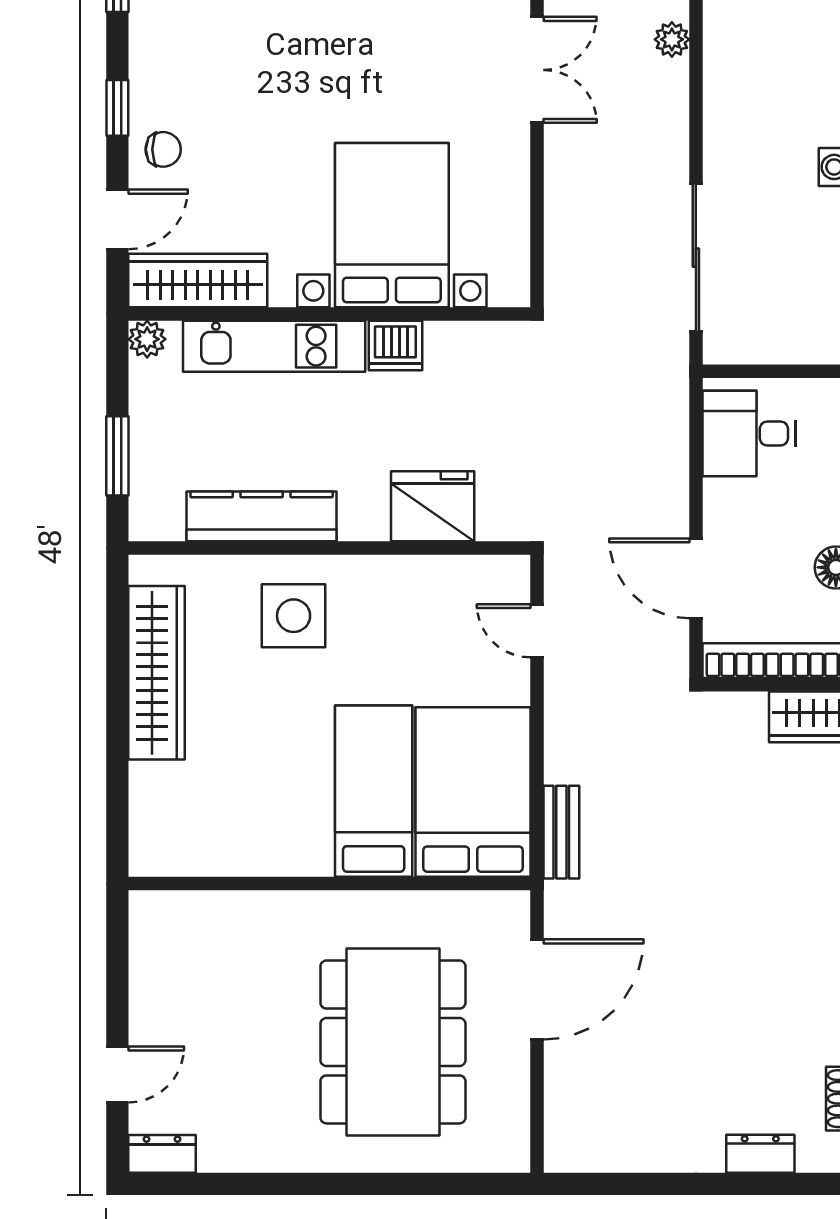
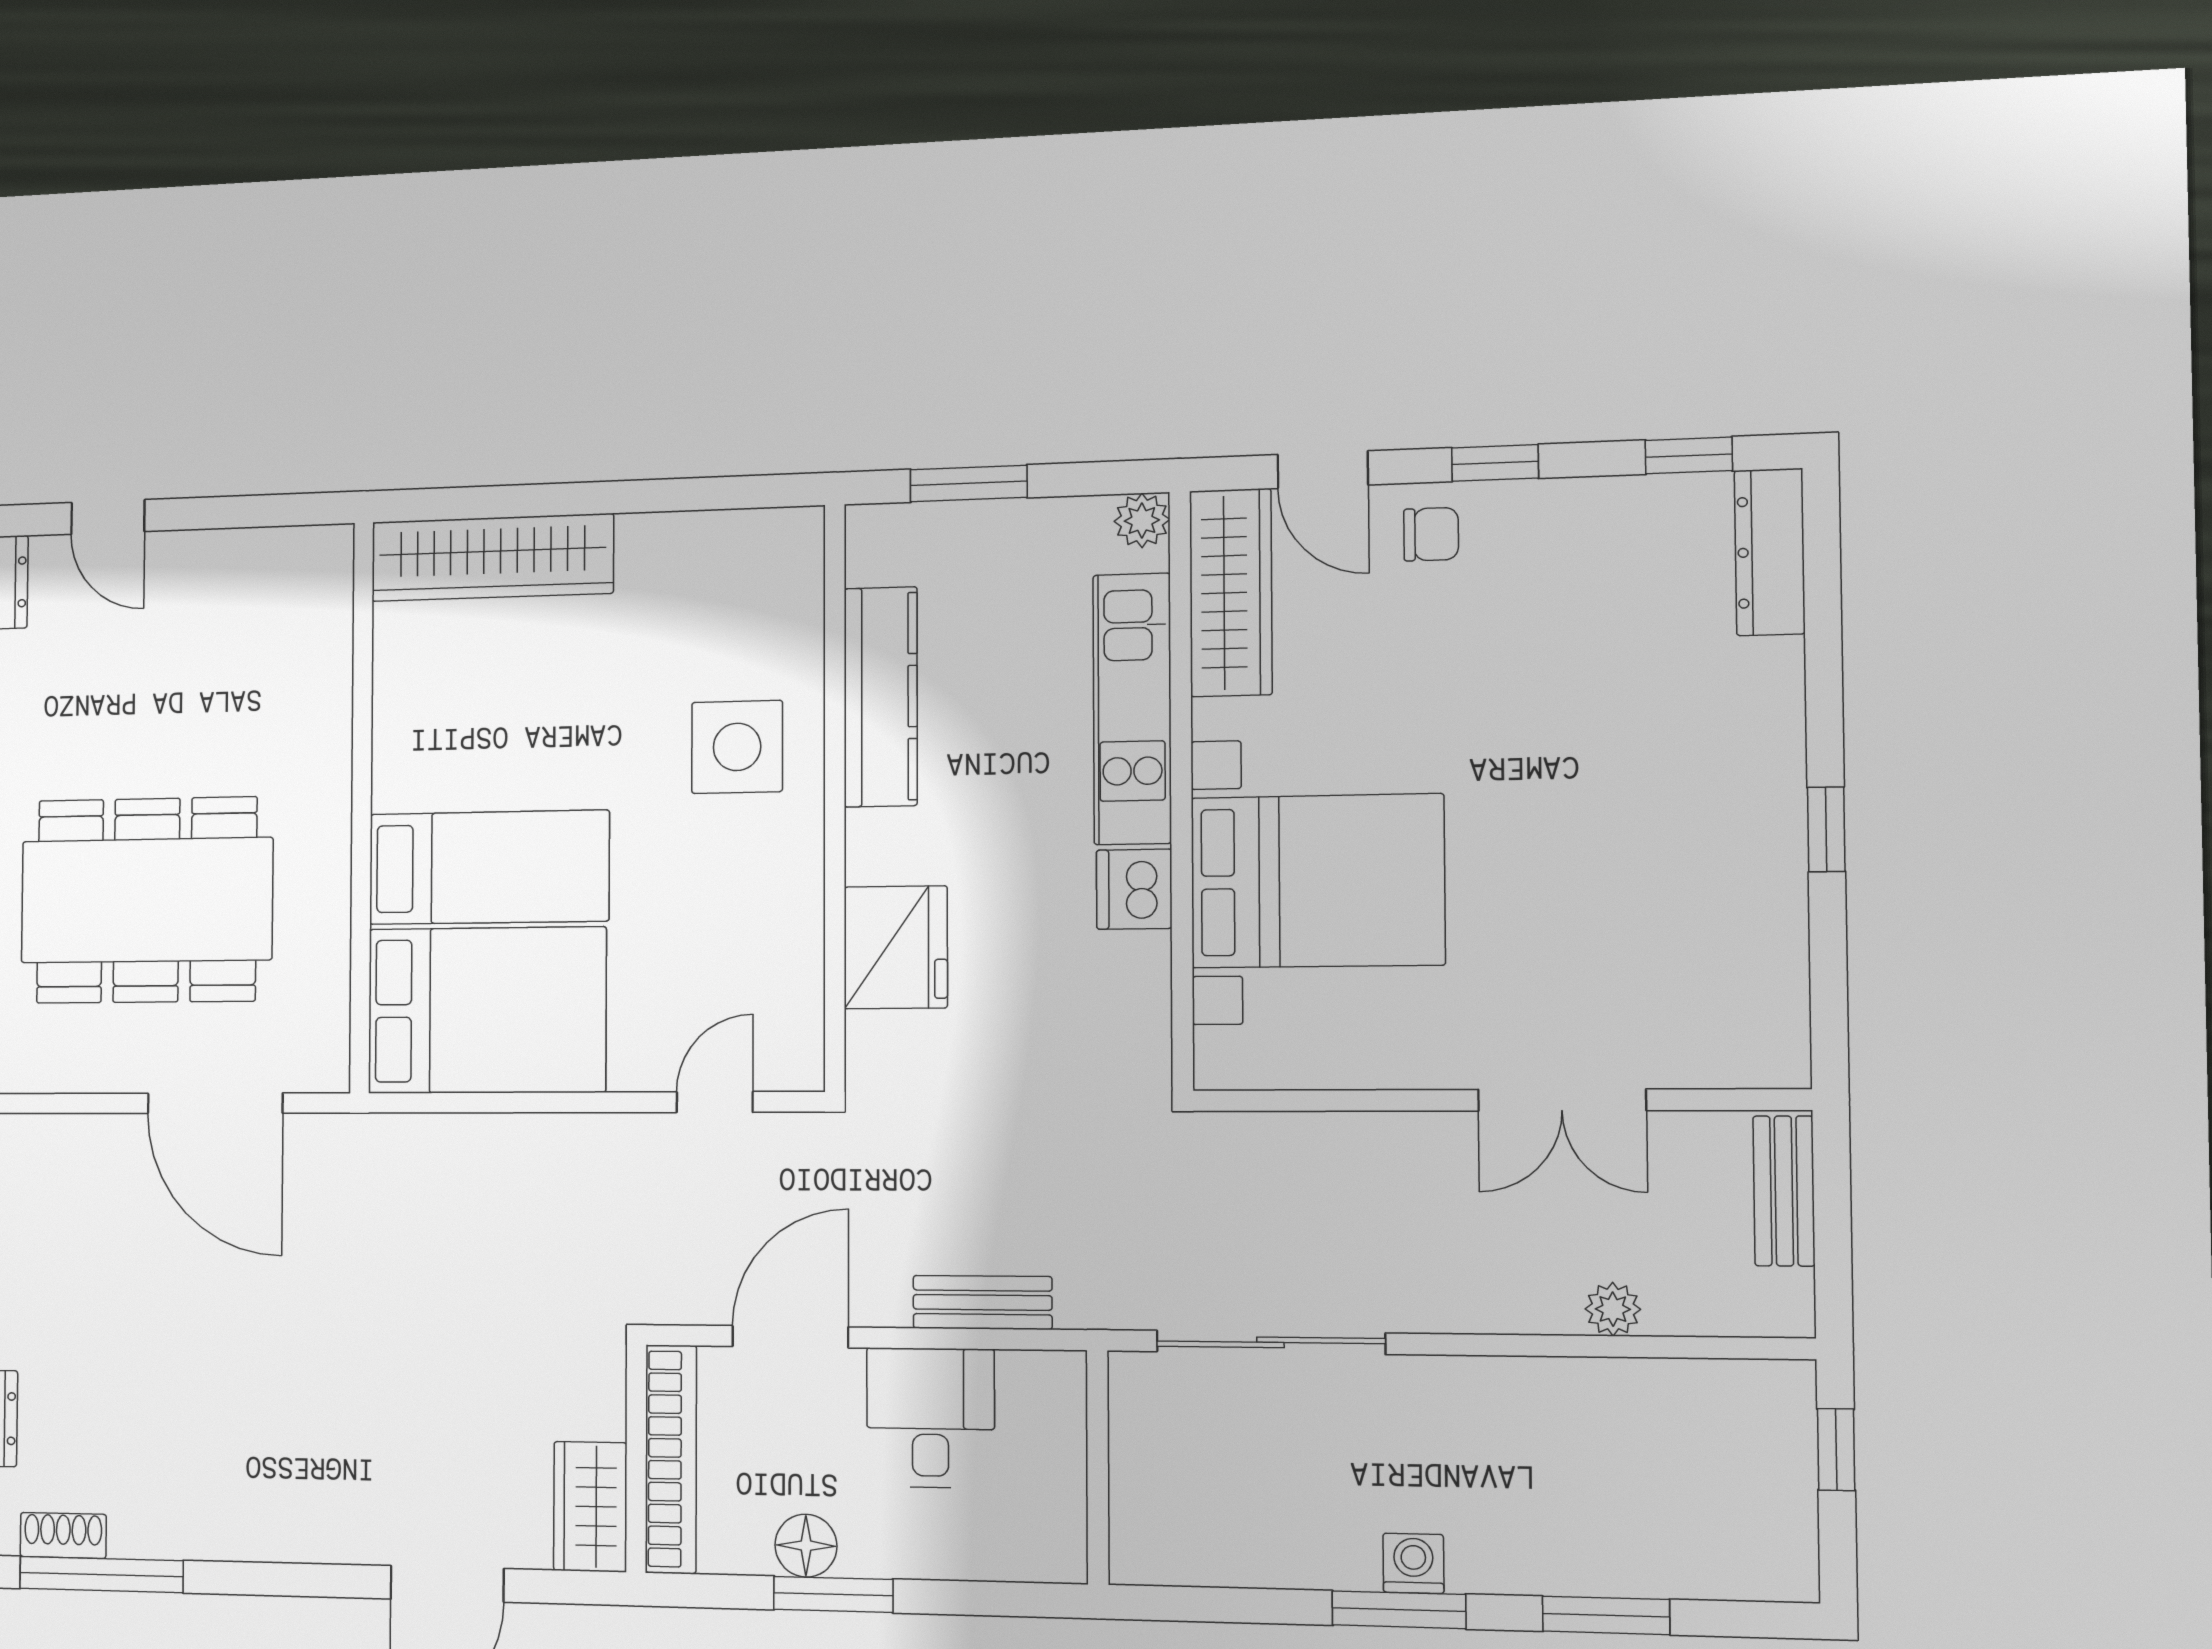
chair: (163, 149) -> (1431, 534), turned -90
desk: (749, 433) -> (930, 1418), moved
wardrobe: (157, 673) -> (492, 558), moved
bench: (561, 832) -> (982, 1302), moved

